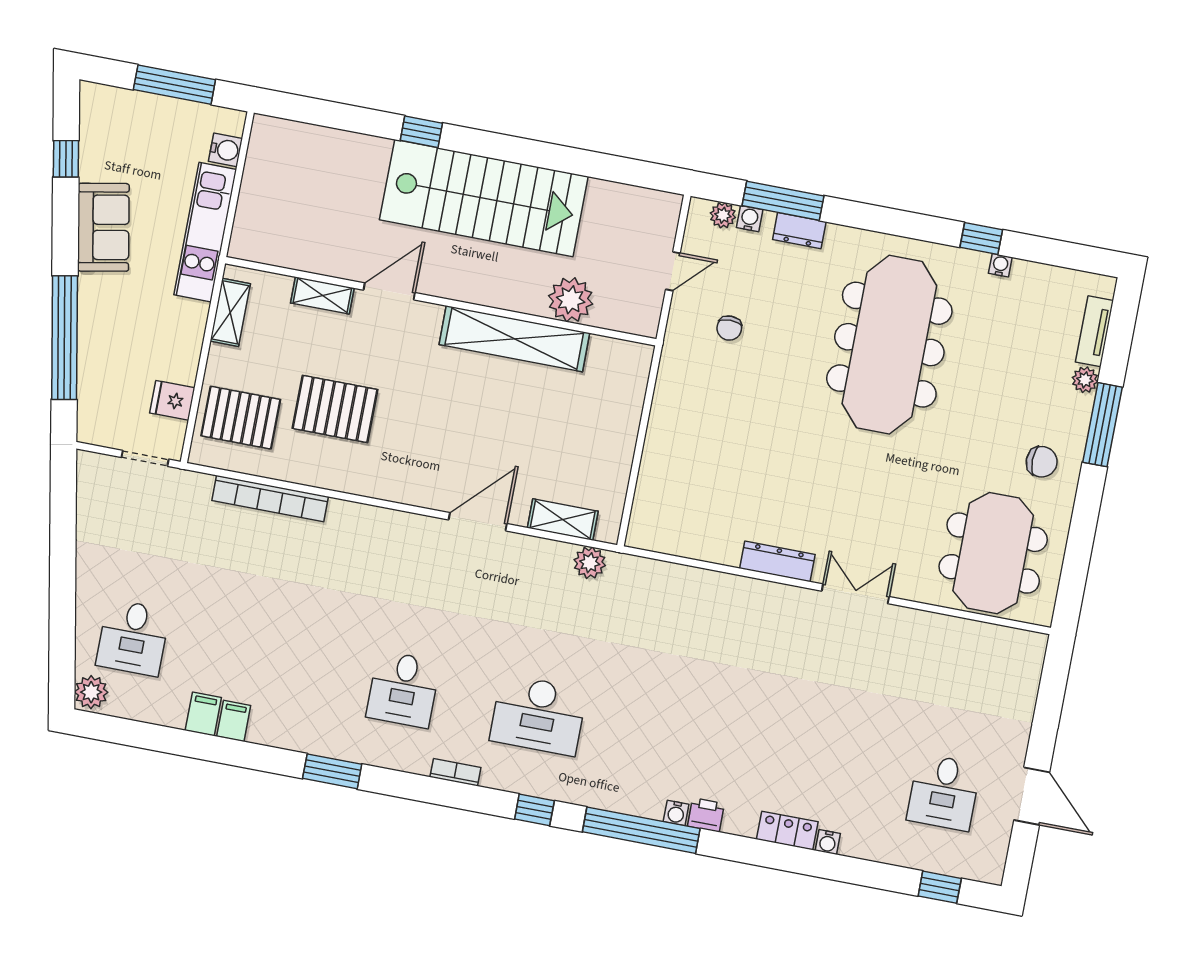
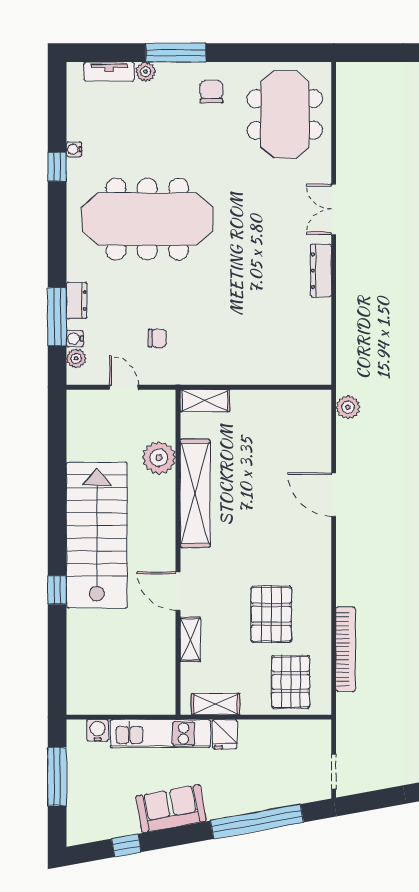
fridge: (172, 400) -> (225, 734), moved
doorway: (145, 458) -> (334, 771), moved
shelving: (563, 520) -> (205, 401), moved, turned 90
meeting table: (993, 553) -> (285, 114), turned 90

